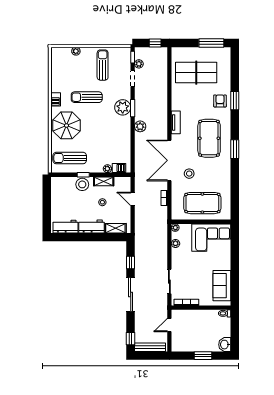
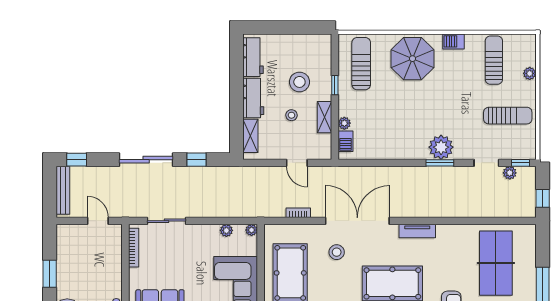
sun lounger: (87, 97) -> (494, 60), moved
plant: (140, 126) -> (411, 175), removed
stool: (82, 184) -> (299, 82), moved
door: (133, 199) -> (297, 163), swing flipped

